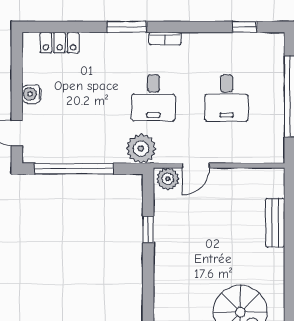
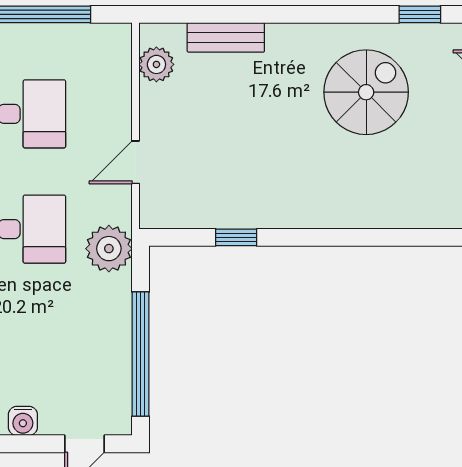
door: (196, 166) -> (136, 162), swing flipped
plant: (168, 179) -> (156, 64), moved

